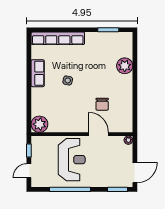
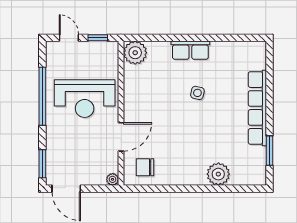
row of seats: (58, 38) -> (257, 108), moved
row of seats: (38, 73) -> (190, 50), moved
chair: (102, 104) -> (145, 167), moved

